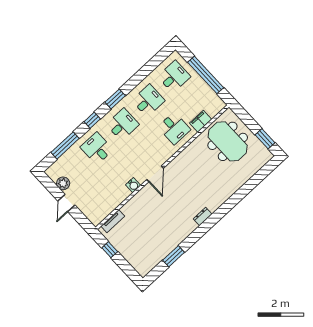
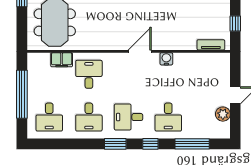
desk: (174, 77) -> (49, 117), turned -90
desk: (148, 101) -> (89, 117), turned -90

